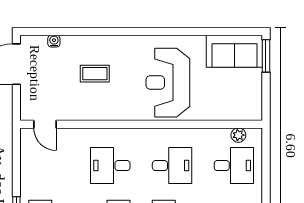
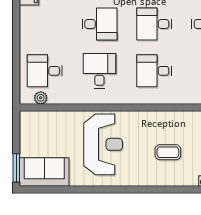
desk: (110, 166) -> (154, 71), turned 180
desk: (172, 166) -> (99, 71), turned 90

